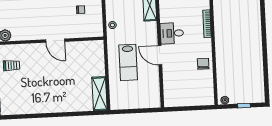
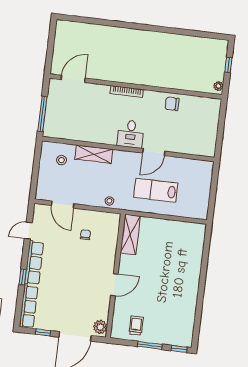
door: (55, 41) -> (114, 285), moved
lab bench: (128, 62) -> (156, 190), turned 180
shelving: (100, 94) -> (130, 235), moved, turned 90

